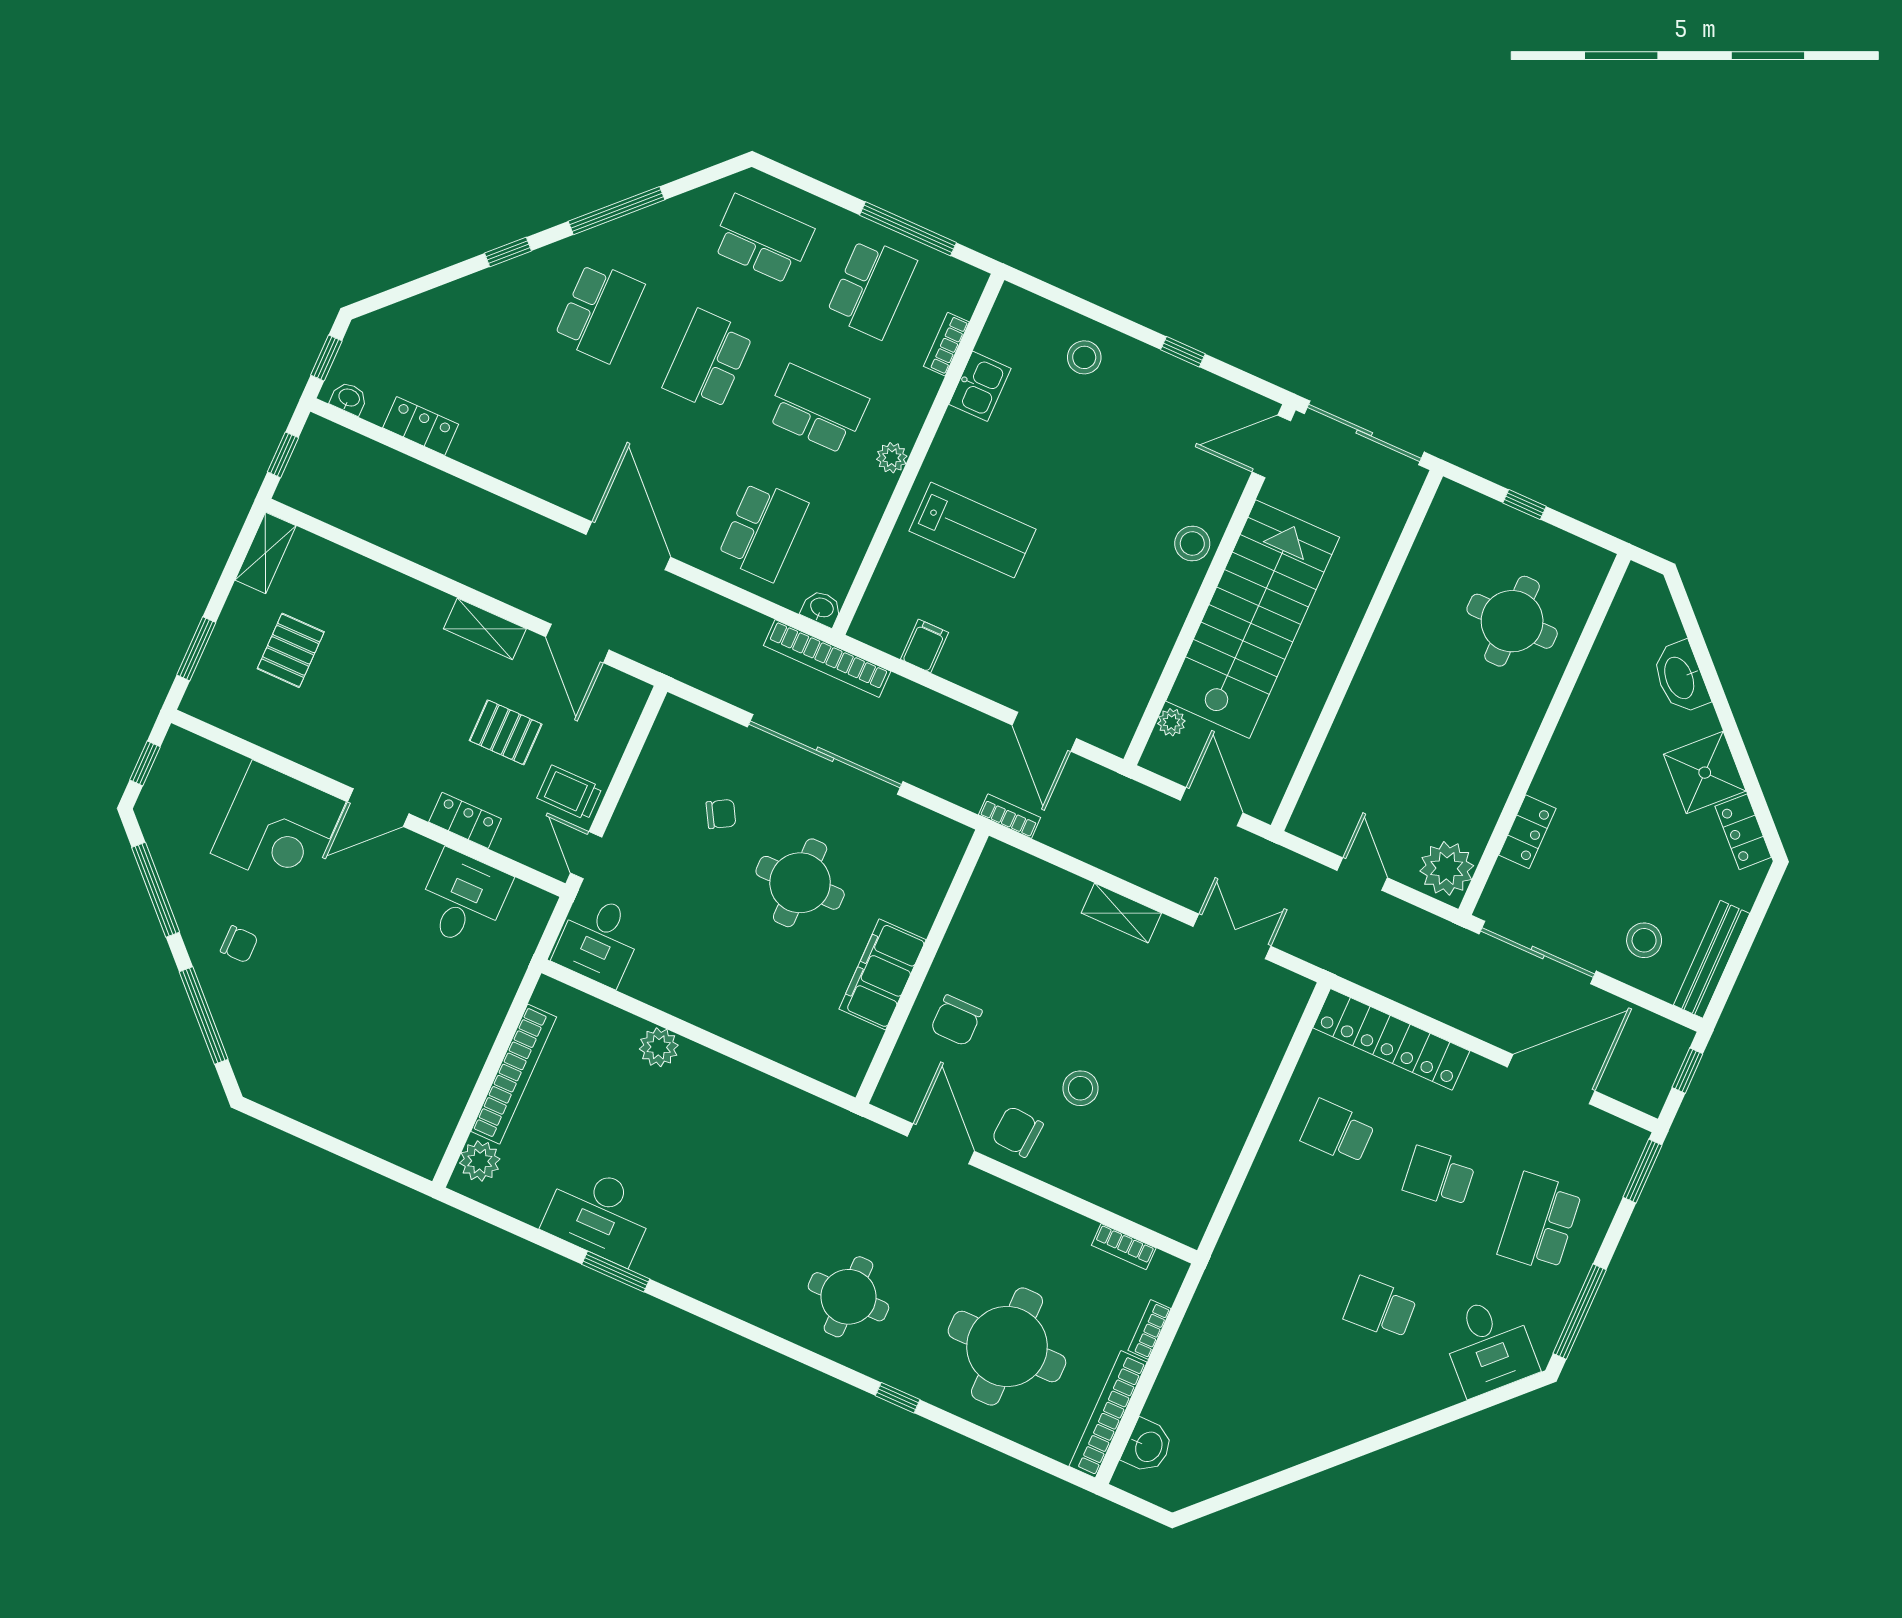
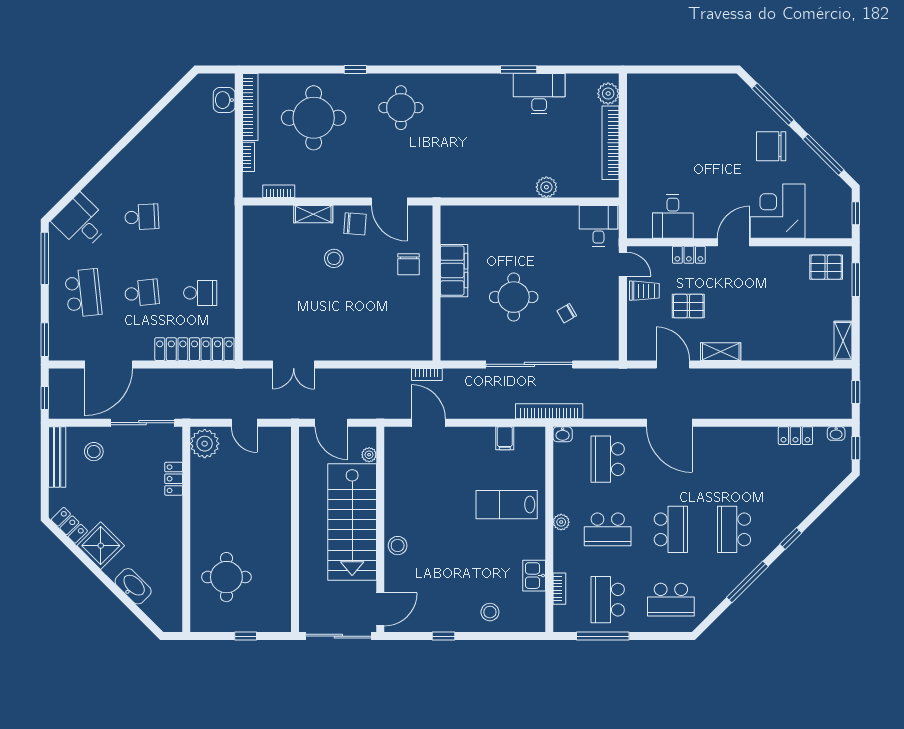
pallet: (291, 650) -> (826, 267), moved, turned 90
shelving: (1121, 913) -> (313, 214), moved
chair: (239, 944) -> (771, 146), width x1.87, depth x1.87
chair: (956, 1020) -> (408, 264), turned 180

